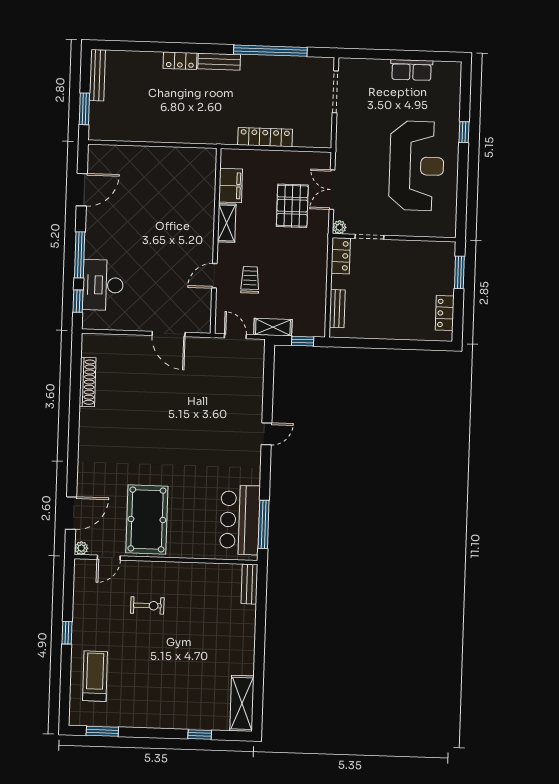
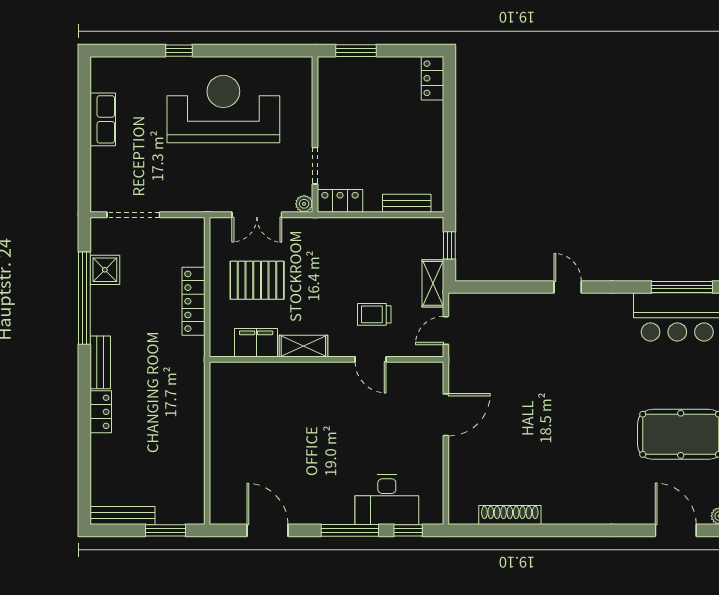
shower: (292, 68) -> (105, 270), added
pallet: (292, 206) -> (257, 280), moved
locker: (445, 313) -> (432, 78), moved, turned 90

